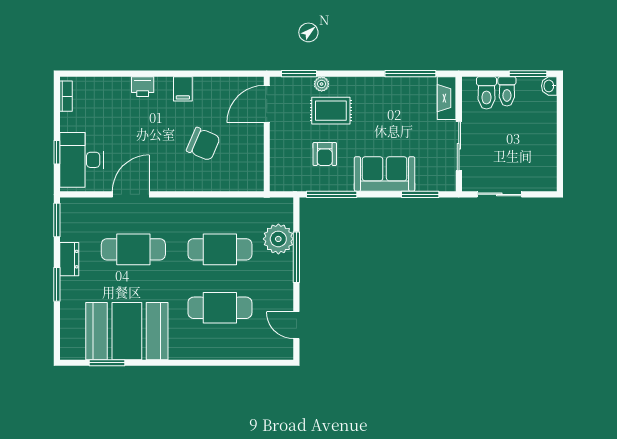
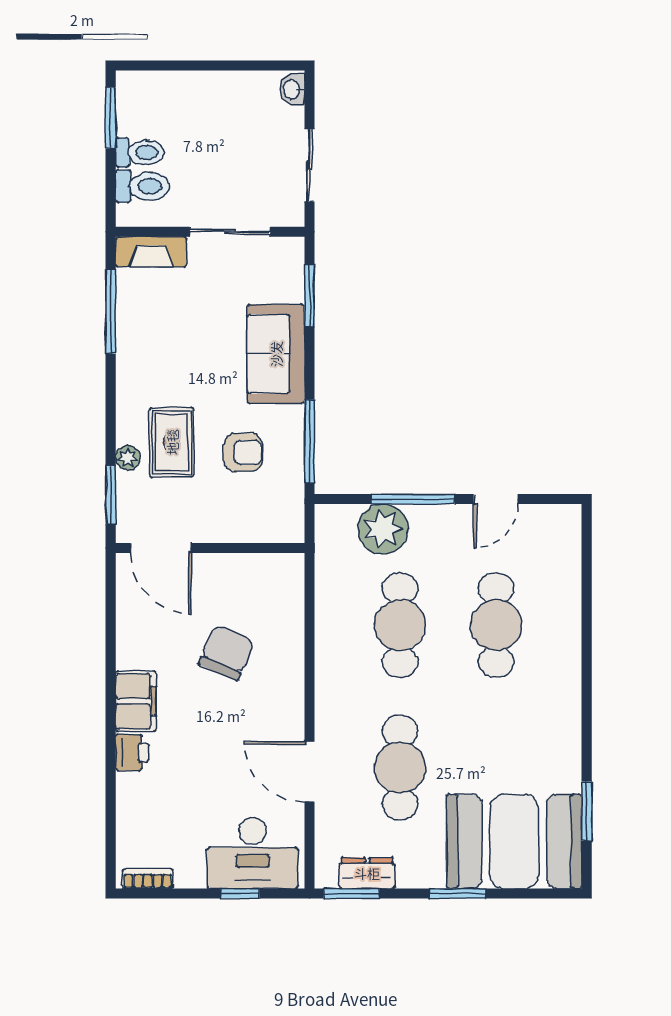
washbasin: (549, 86) -> (292, 89), moved, turned 90
filing cabinet: (183, 89) -> (136, 701), width x2.00
dresser: (69, 259) -> (367, 873), moved
door: (296, 325) -> (496, 499), moved
booth: (127, 331) -> (514, 841), moved, turned 90

